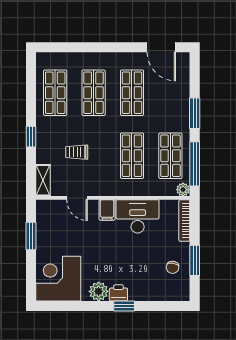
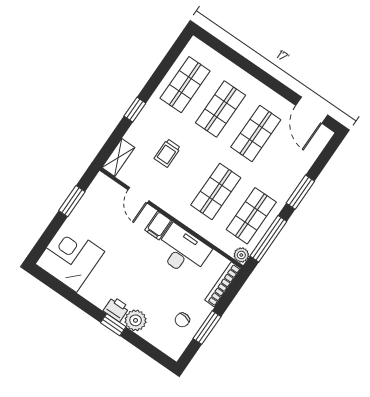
trolley: (77, 152) -> (167, 153), turned -90
plant: (99, 291) -> (136, 320), moved

